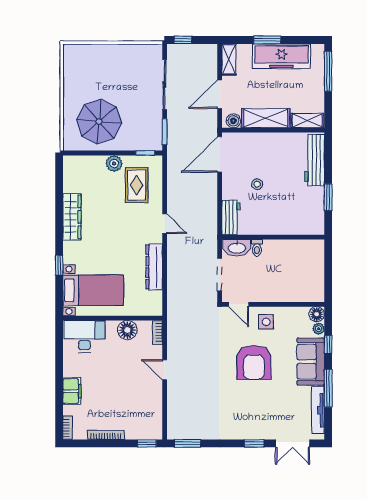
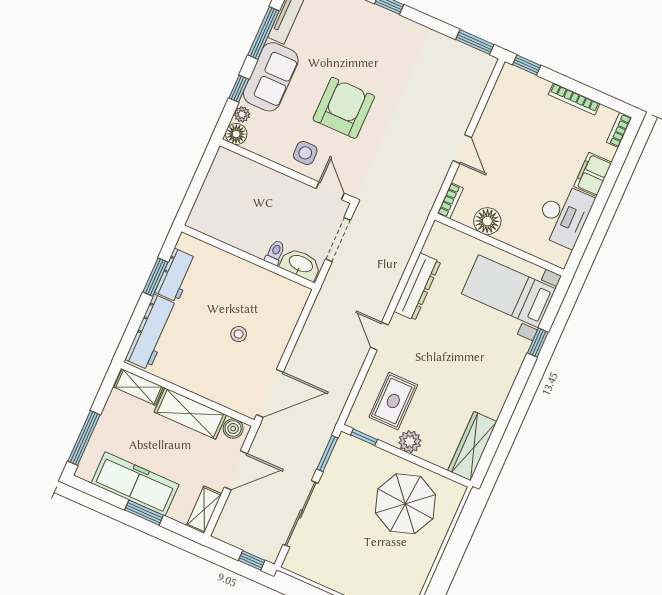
wardrobe: (72, 217) -> (472, 446), moved
workbench: (231, 217) -> (176, 275), moved, turned 180
desk: (84, 336) -> (564, 215), moved, turned -90

